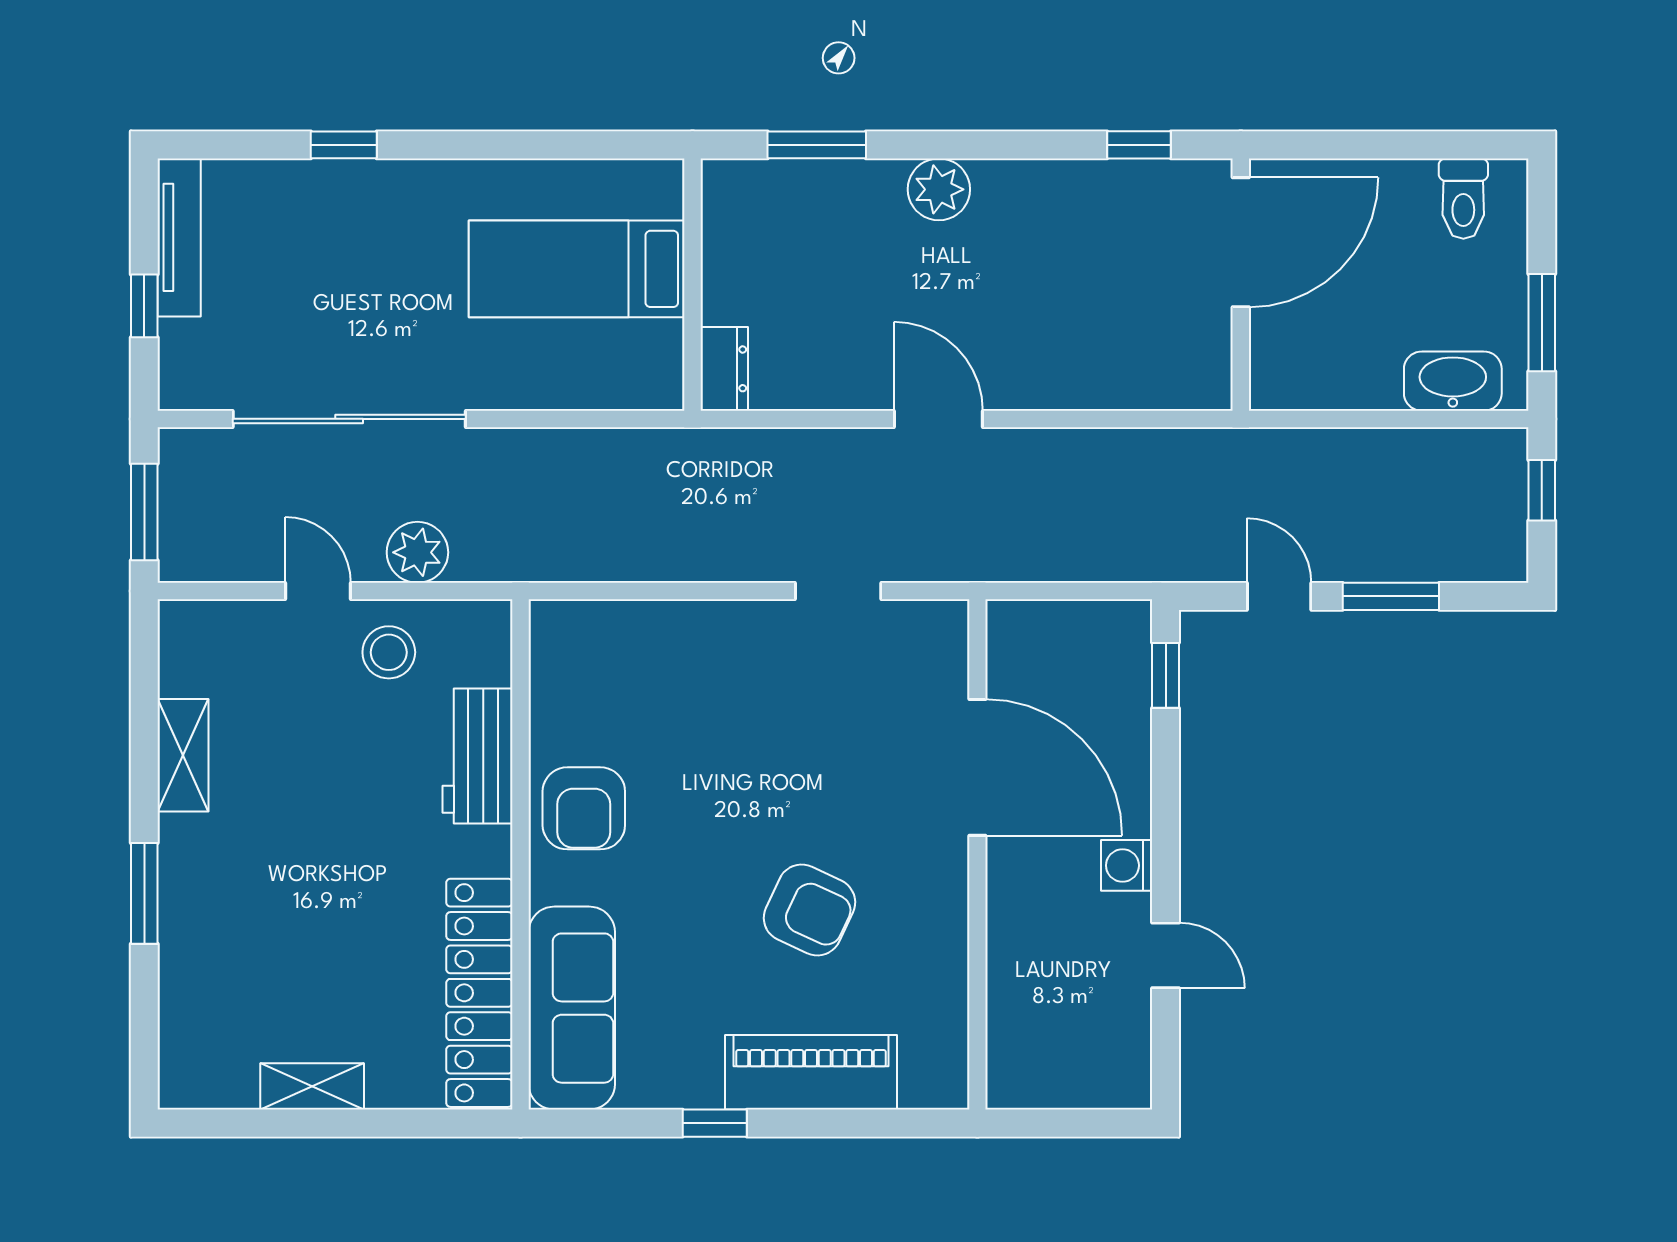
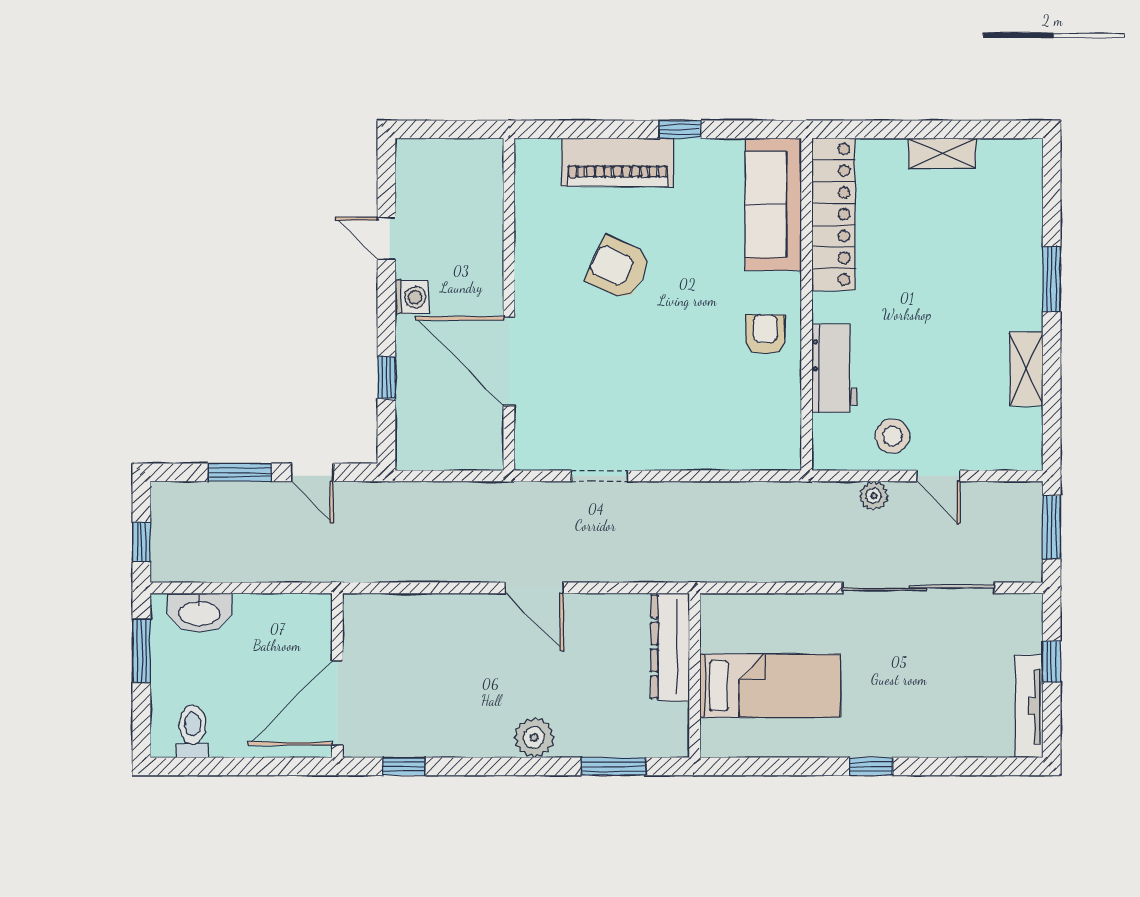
window: (344, 145) -> (871, 766), moved
dresser: (724, 369) -> (670, 647), width x1.96, depth x1.24
plant: (417, 552) -> (874, 496), width x0.73, depth x0.73
window: (1166, 675) -> (386, 378), moved
armchair: (584, 808) -> (765, 334), width x0.72, depth x0.72

